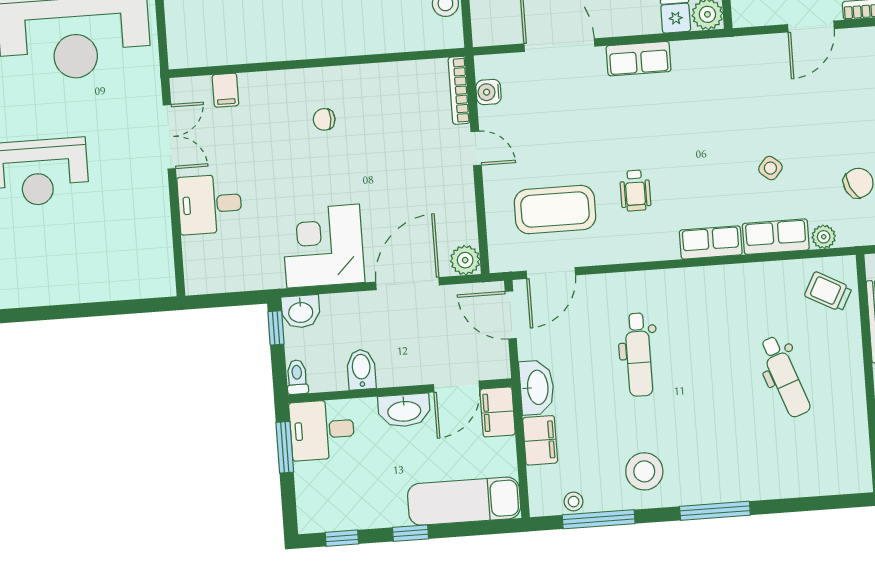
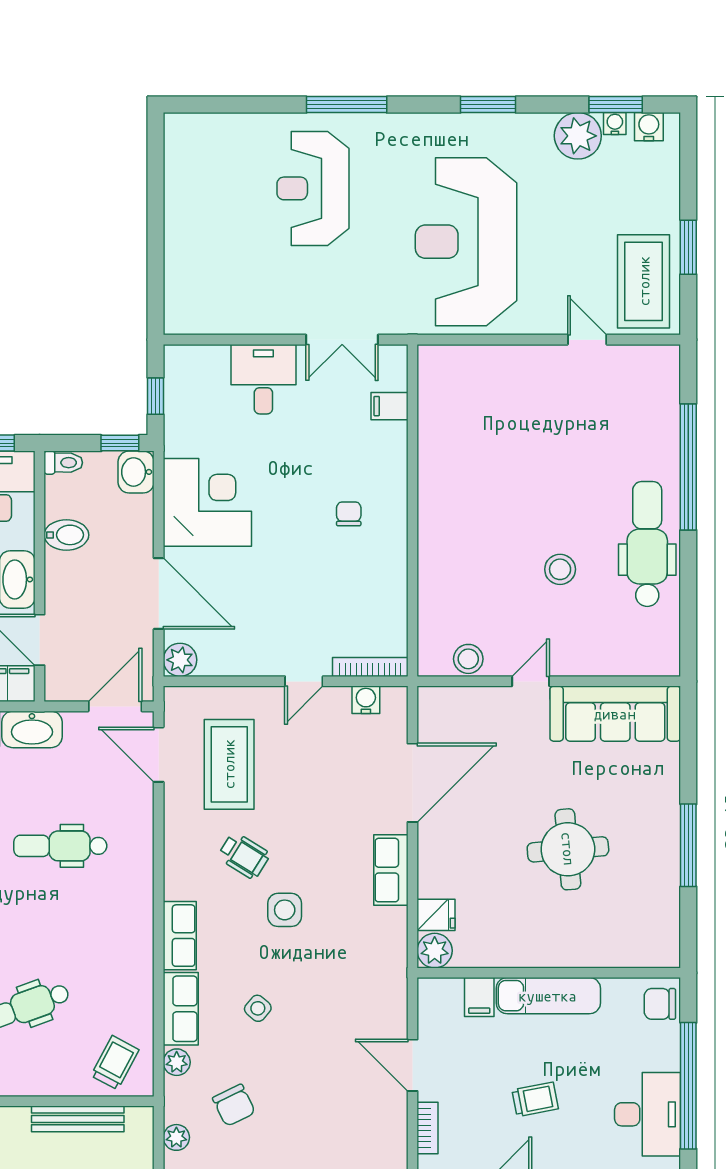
side table: (681, 151) -> (285, 910), added
wheelchair: (635, 191) -> (244, 856), turned -148
window: (232, 299) -> (155, 396), added

